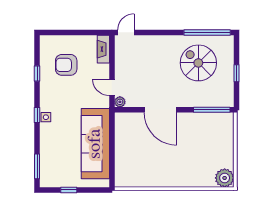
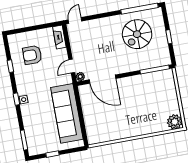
spiral stairs: (198, 63) -> (137, 34), turned -90
door: (112, 87) -> (72, 66), hinge flipped
door: (160, 110) -> (103, 79), moved

